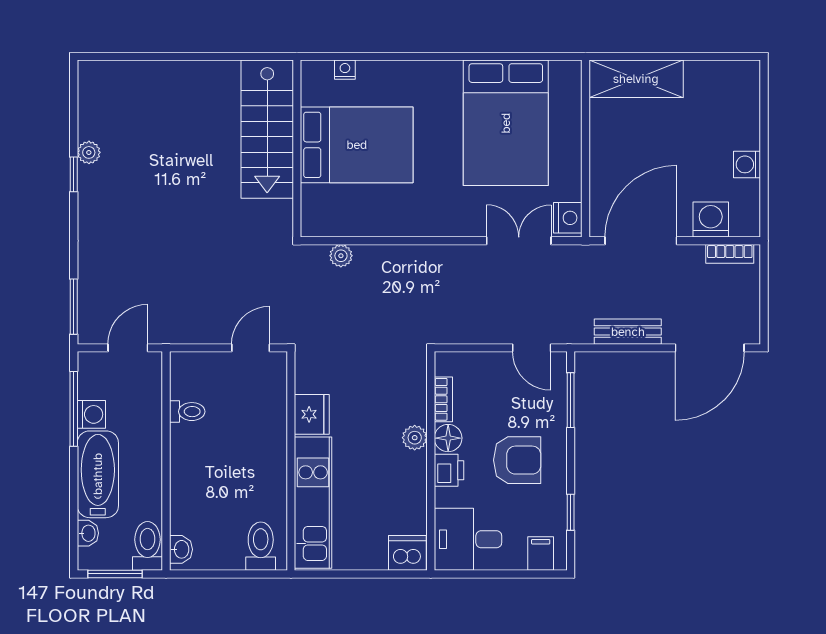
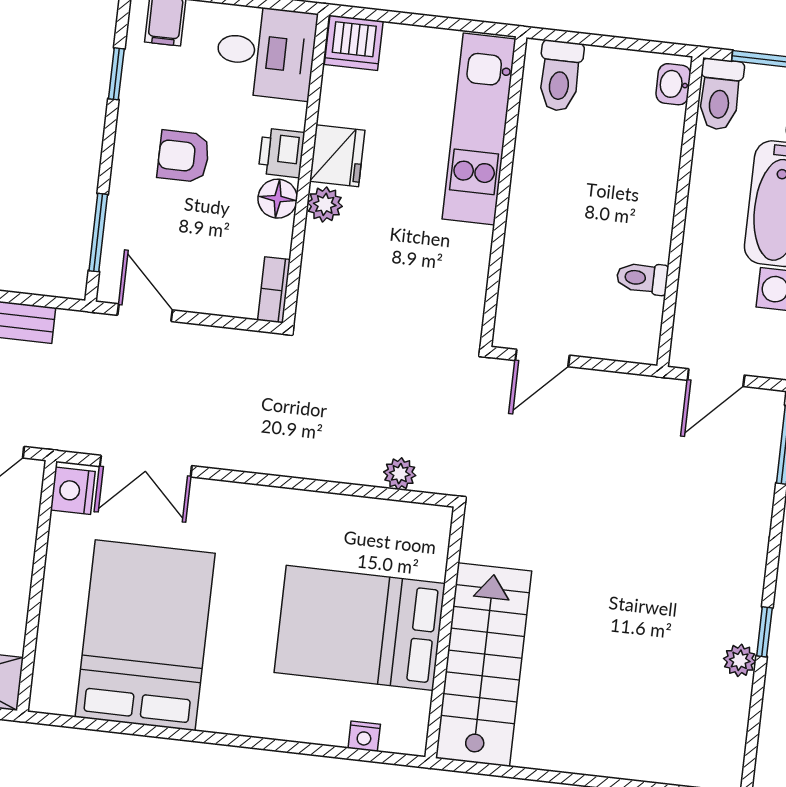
bookcase: (443, 399) -> (274, 290), moved
fridge: (312, 414) -> (337, 156), moved, turned 180
armchair: (517, 460) -> (183, 156), width x0.72, depth x0.72

